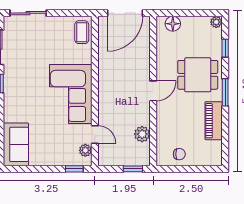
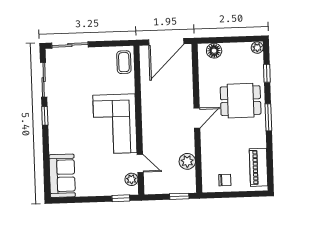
piano: (214, 121) -> (259, 167), moved

